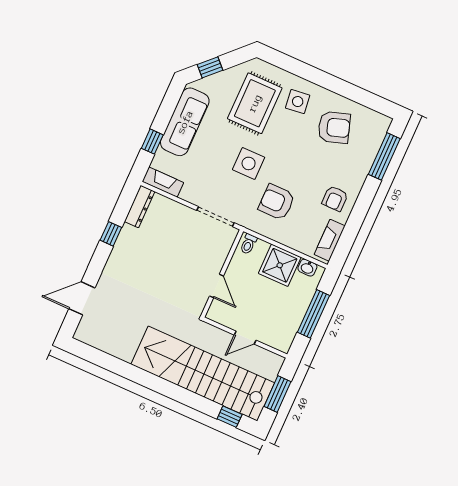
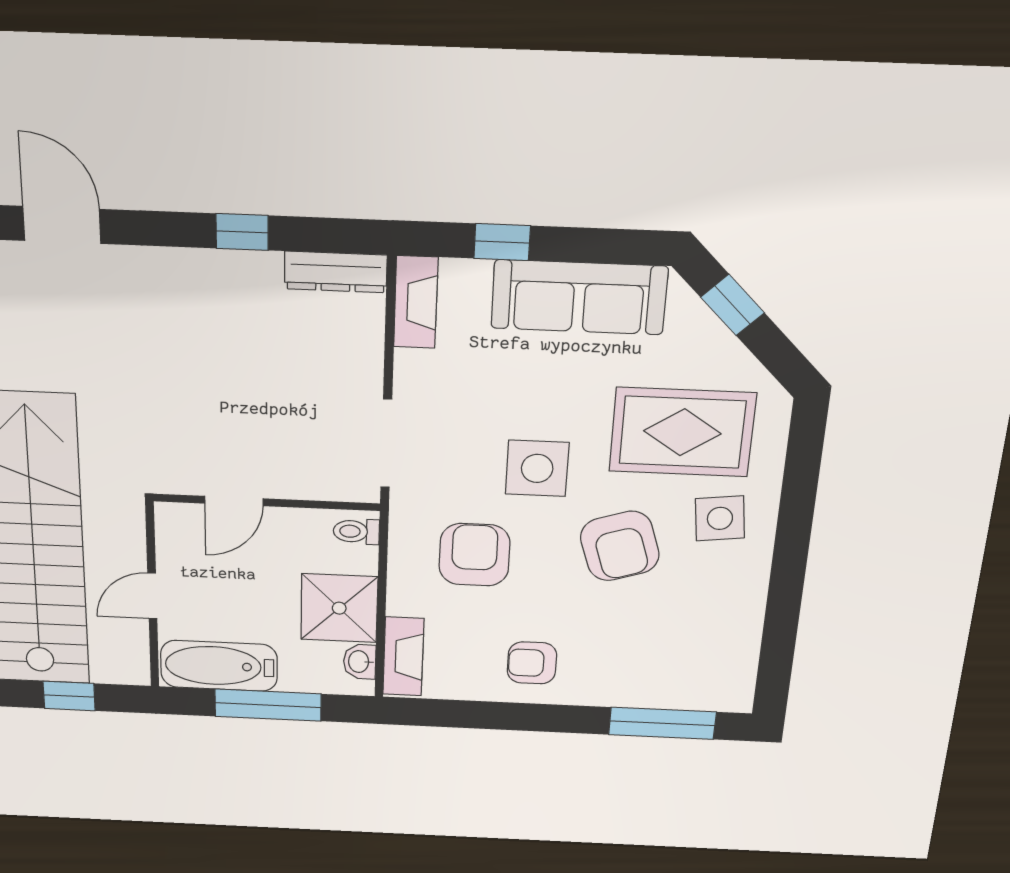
armchair: (334, 127) -> (620, 546), moved
fireplace: (330, 240) -> (403, 656), moved, turned 90
bathtub: (287, 326) -> (219, 666), added
door: (245, 338) -> (152, 596), hinge flipped
window: (277, 394) -> (69, 696), width x0.67

